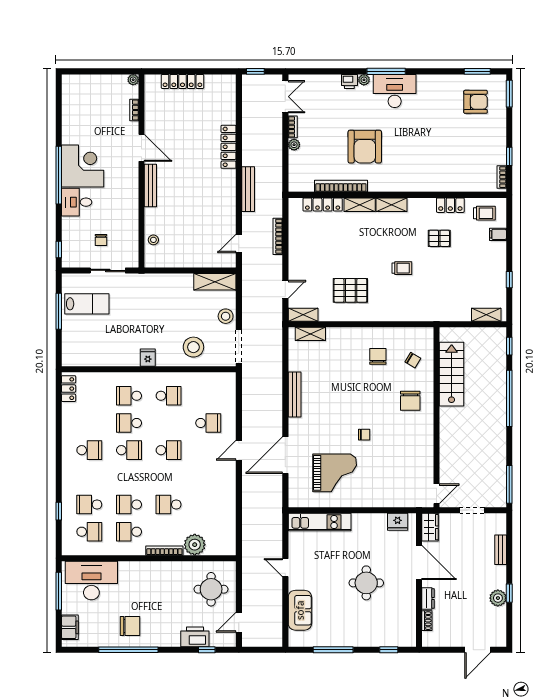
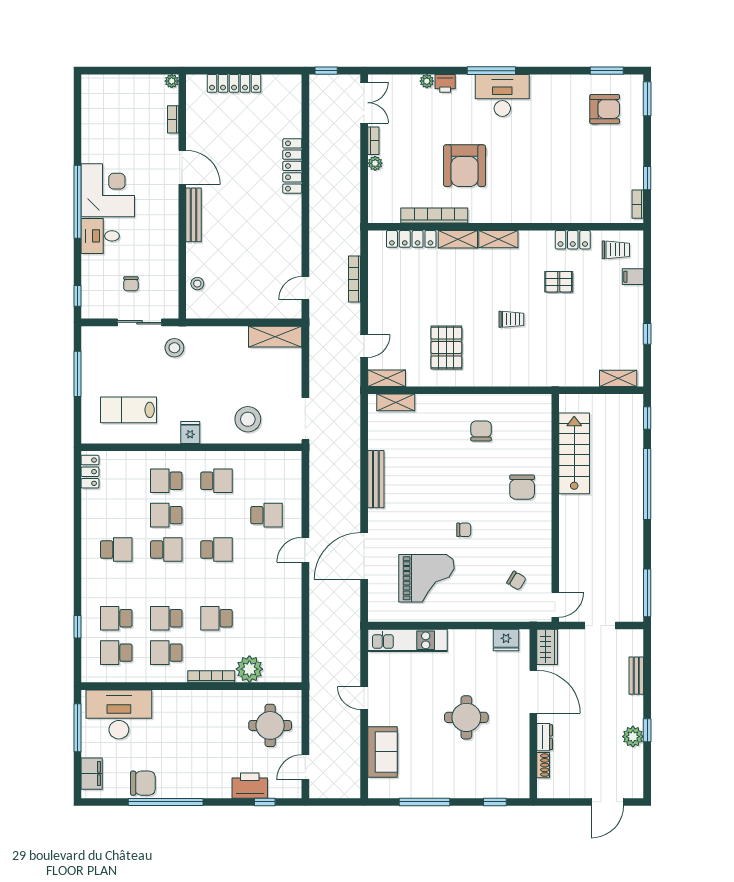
plant: (364, 80) -> (427, 81), moved
bench: (248, 189) -> (317, 219), removed
pallet: (350, 290) -> (446, 348), turned 90
lab bench: (87, 304) -> (128, 410), moved, turned 180
stool: (226, 316) -> (174, 348), moved
chair: (413, 360) -> (516, 581), moved
school desk: (89, 532) -> (116, 653), turned 180
chair: (130, 626) -> (143, 783), moved

